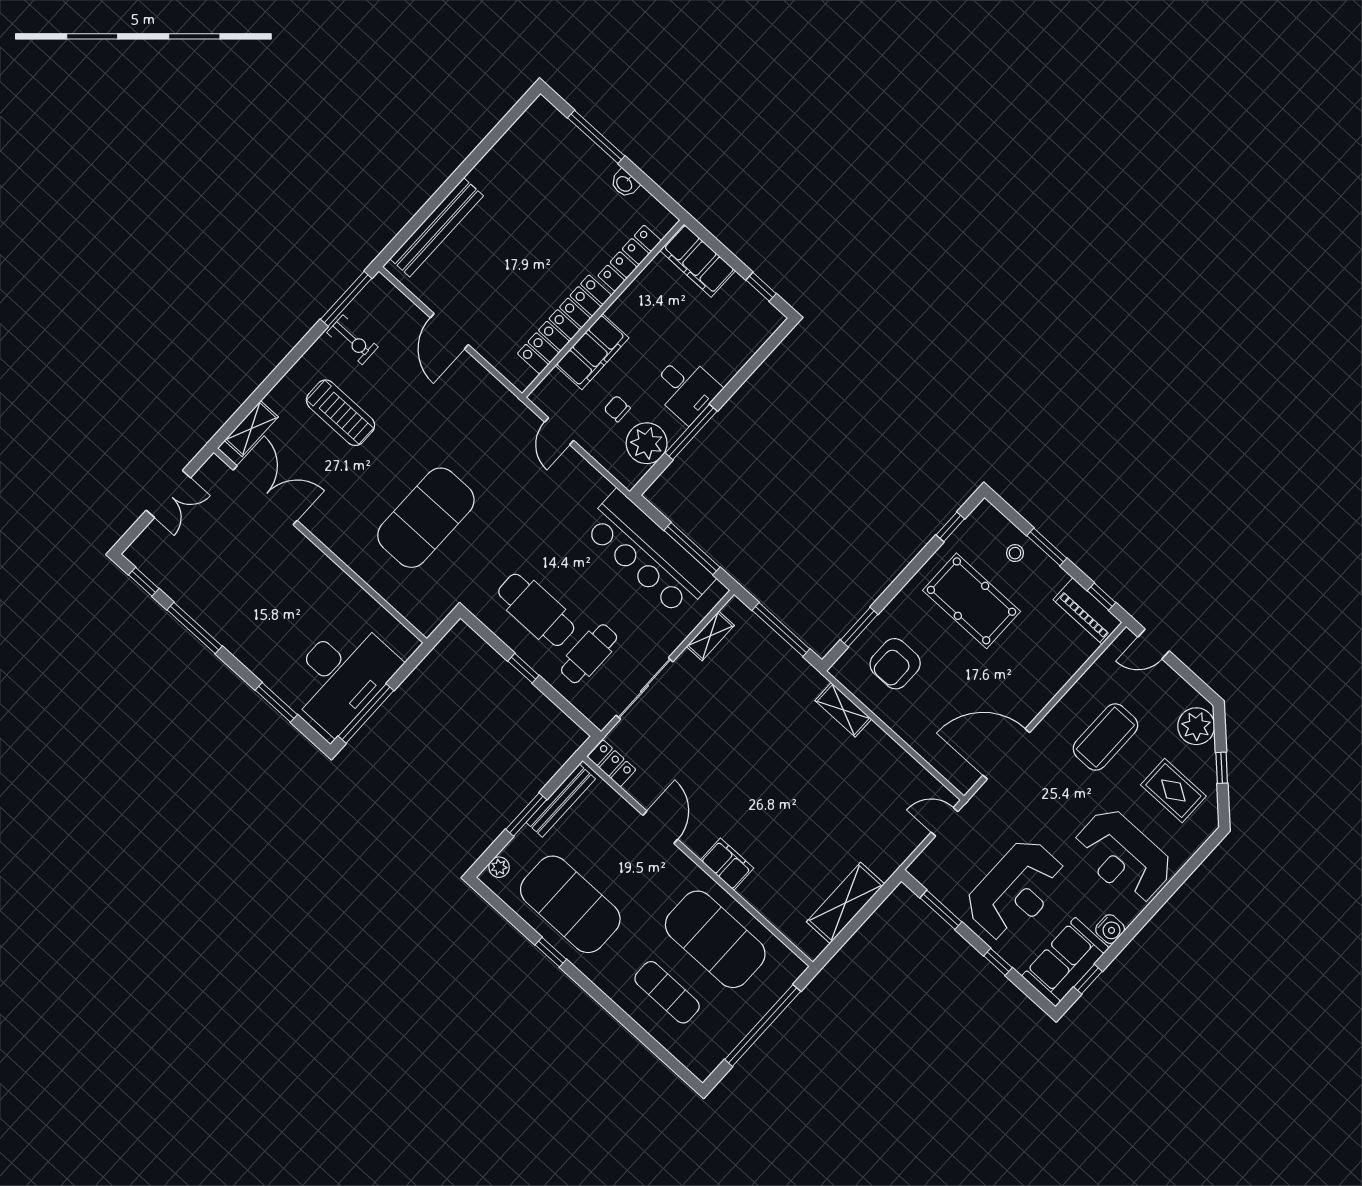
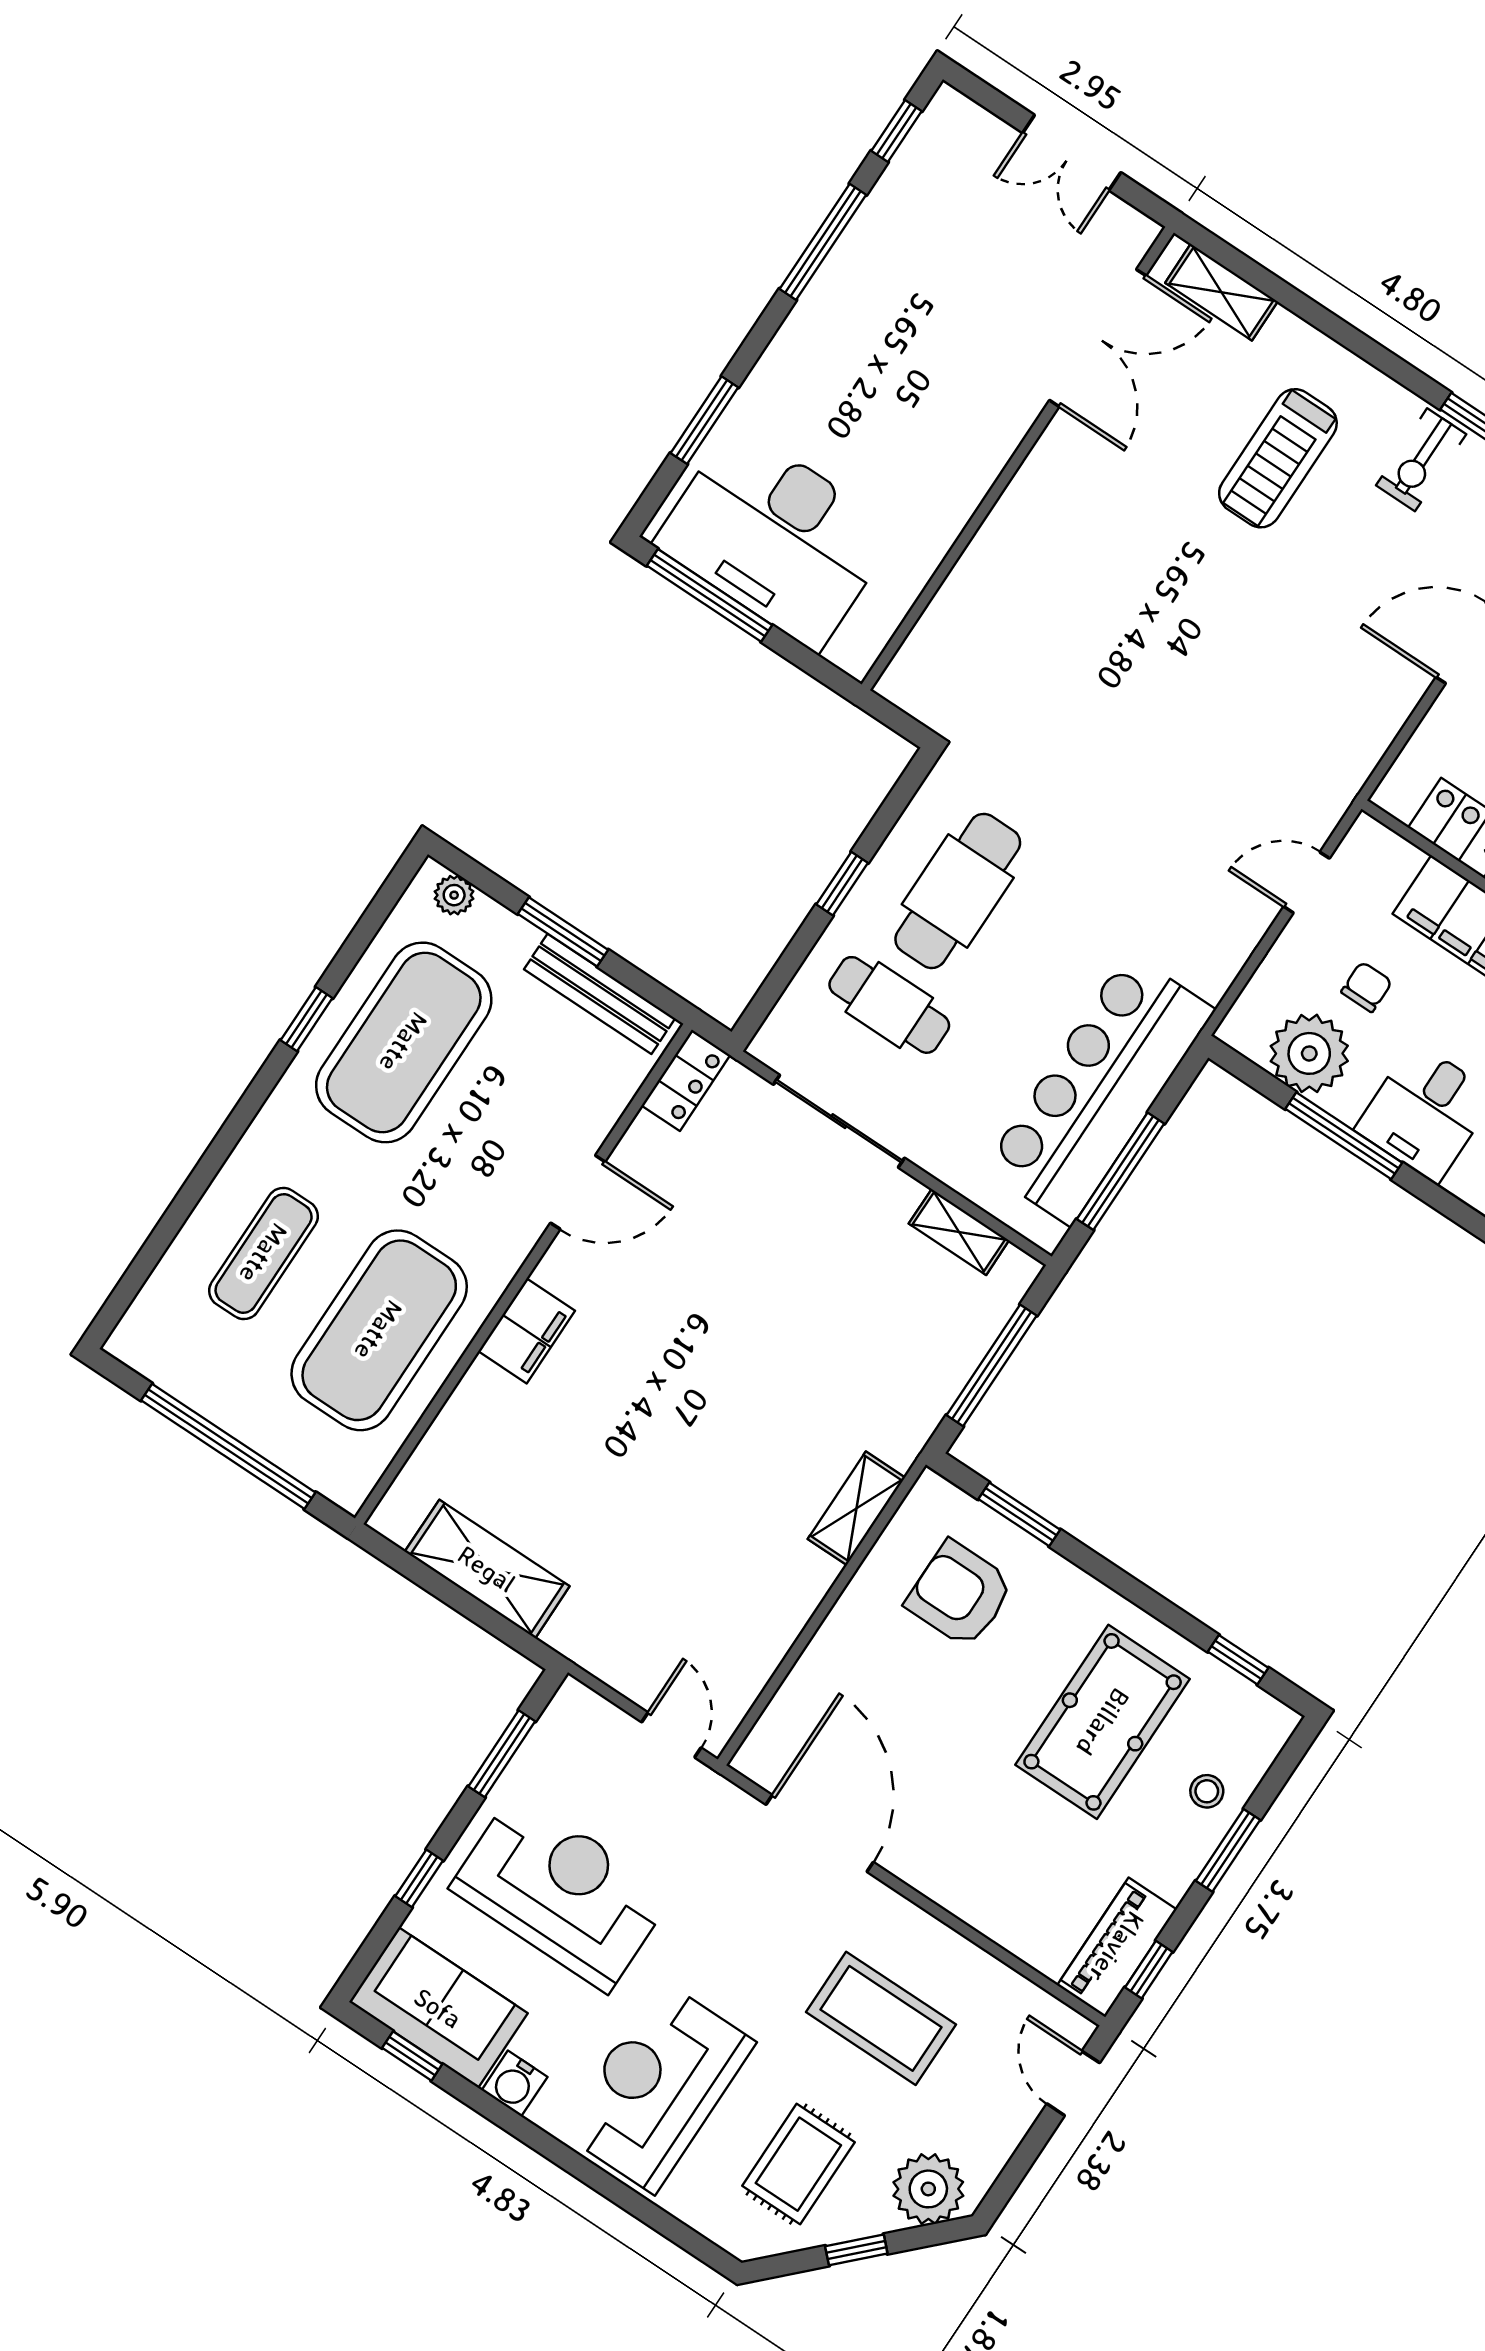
exercise mat: (426, 518) -> (1102, 653), removed
reception desk: (1016, 890) -> (561, 1892), turned 180

